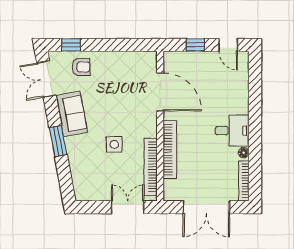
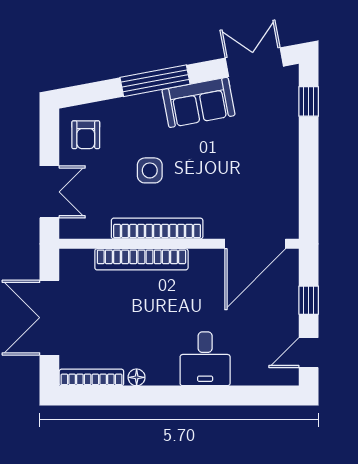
armchair: (81, 67) -> (86, 135), moved
door: (160, 92) -> (255, 244), moved
desk: (232, 131) -> (205, 359), moved
window: (58, 141) -> (155, 81), width x1.44
bookcase: (151, 167) -> (157, 229), moved

